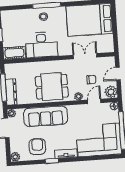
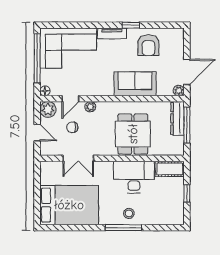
door: (118, 74) -> (37, 133), hinge flipped
dining table: (52, 87) -> (133, 134), moved, turned 90
sofa: (46, 116) -> (135, 84), width x0.73
plant: (15, 157) -> (178, 34), removed

